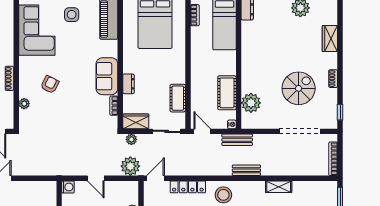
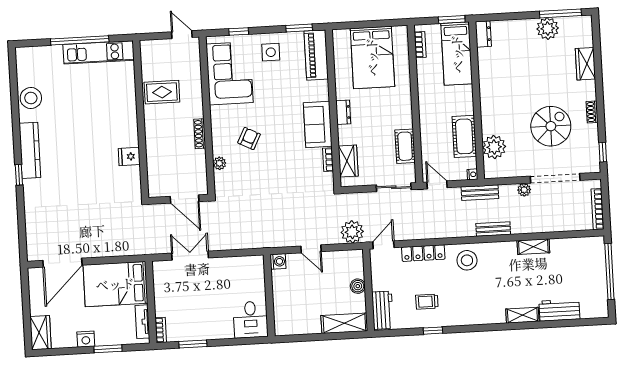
dresser: (128, 84) -> (343, 112), moved
wardrobe: (136, 121) -> (348, 161), moved, turned 90
plant: (131, 139) -> (524, 190), moved

